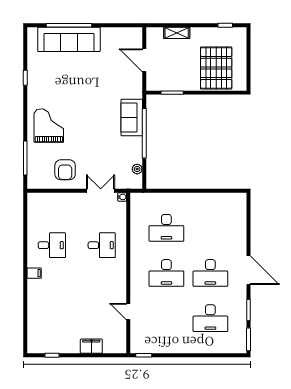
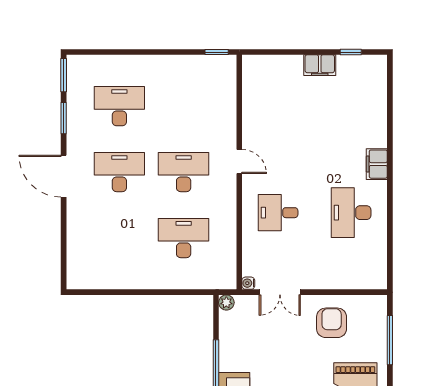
plant: (137, 169) -> (226, 303), moved
desk: (52, 245) -> (351, 213), width x1.37
filing cabinet: (34, 273) -> (377, 164), width x2.00
door: (128, 312) -> (239, 162), moved
filing cabinet: (91, 346) -> (320, 65), moved

